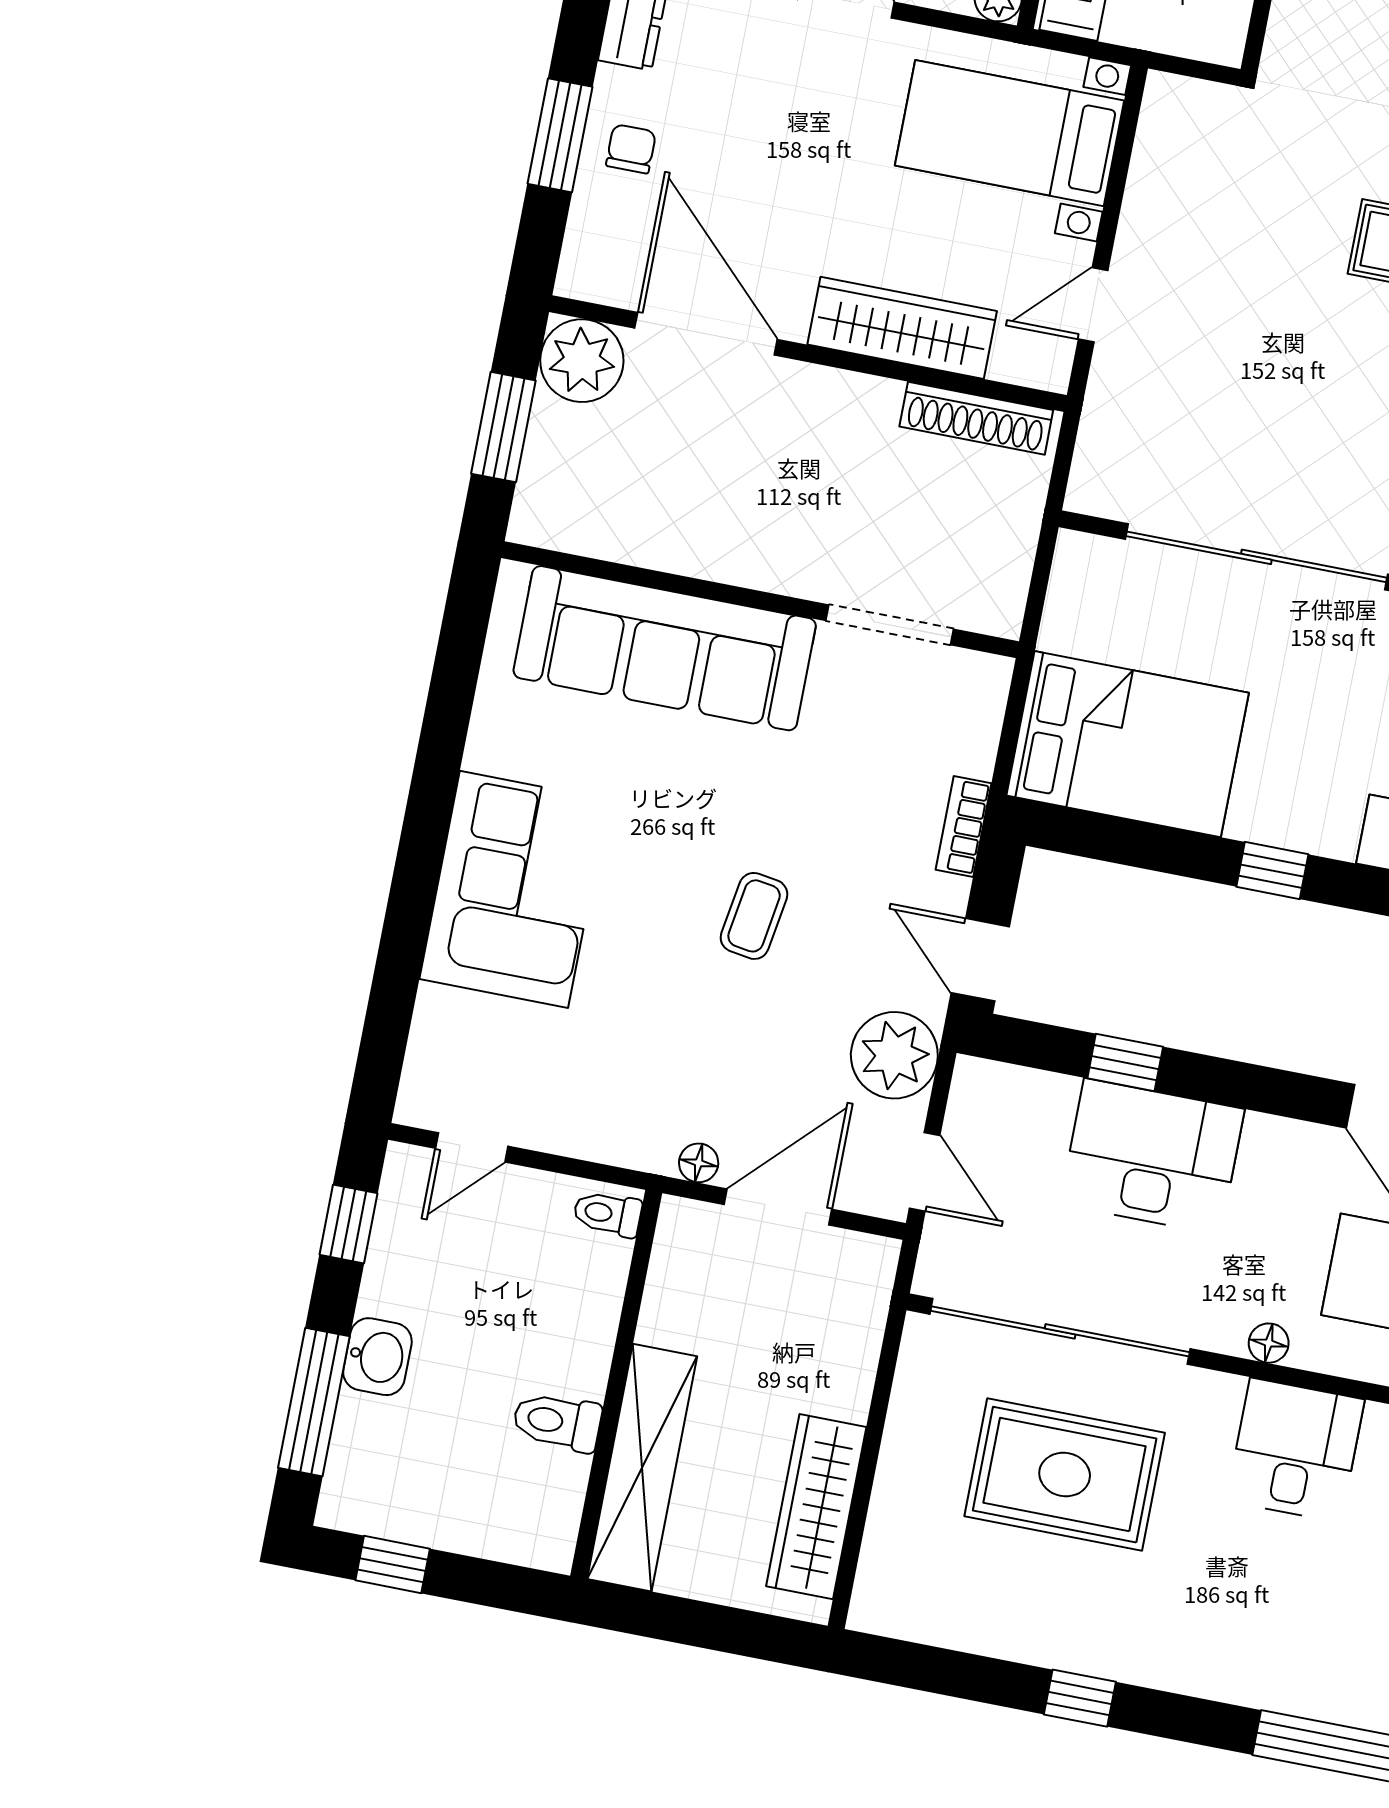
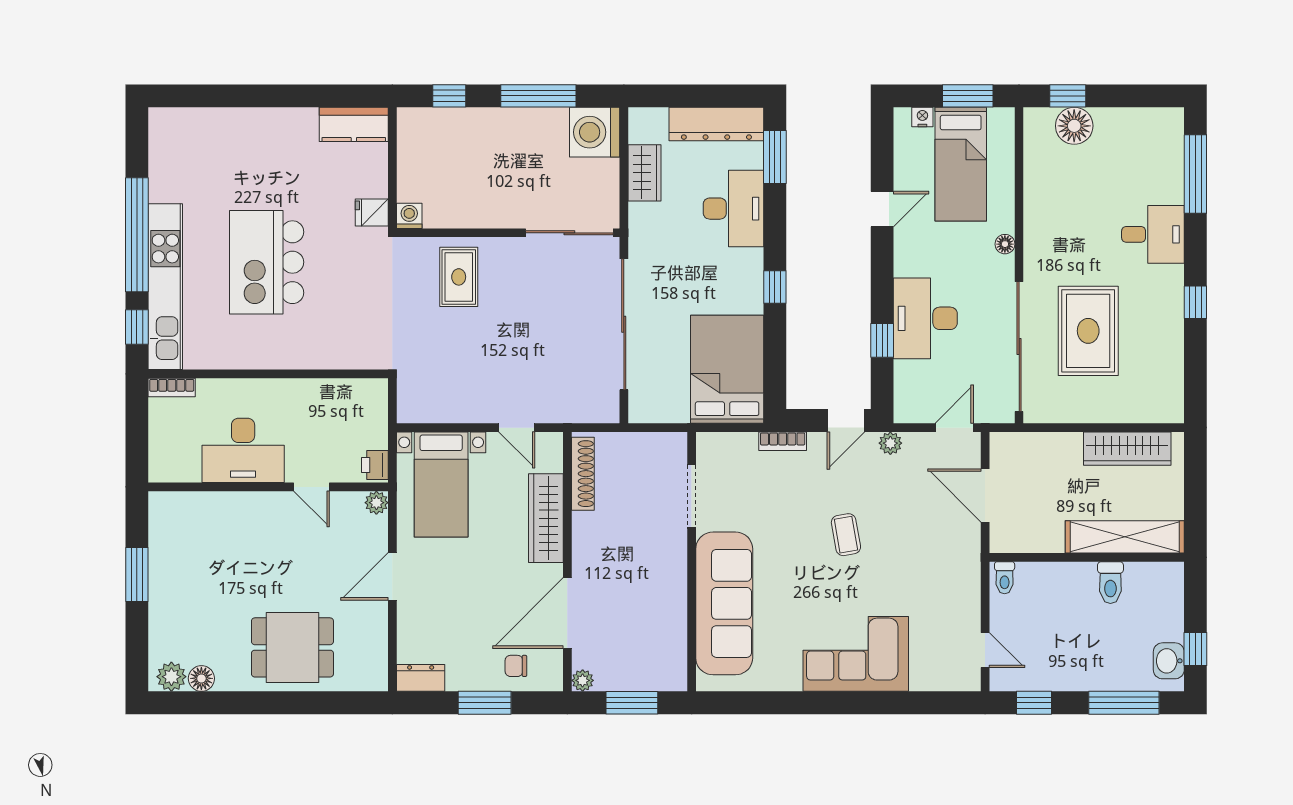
chair: (631, 149) -> (516, 666), moved
plant: (582, 361) -> (583, 680), width x0.53, depth x0.53
coffee table: (754, 916) -> (846, 535), turned 71
plant: (894, 1055) -> (890, 443), width x0.53, depth x0.53
floor lamp: (699, 1163) -> (971, 538), removed
washbasin: (377, 1357) -> (1169, 661), moved, turned -90
desk: (1295, 1450) -> (1153, 234), moved, turned 180

